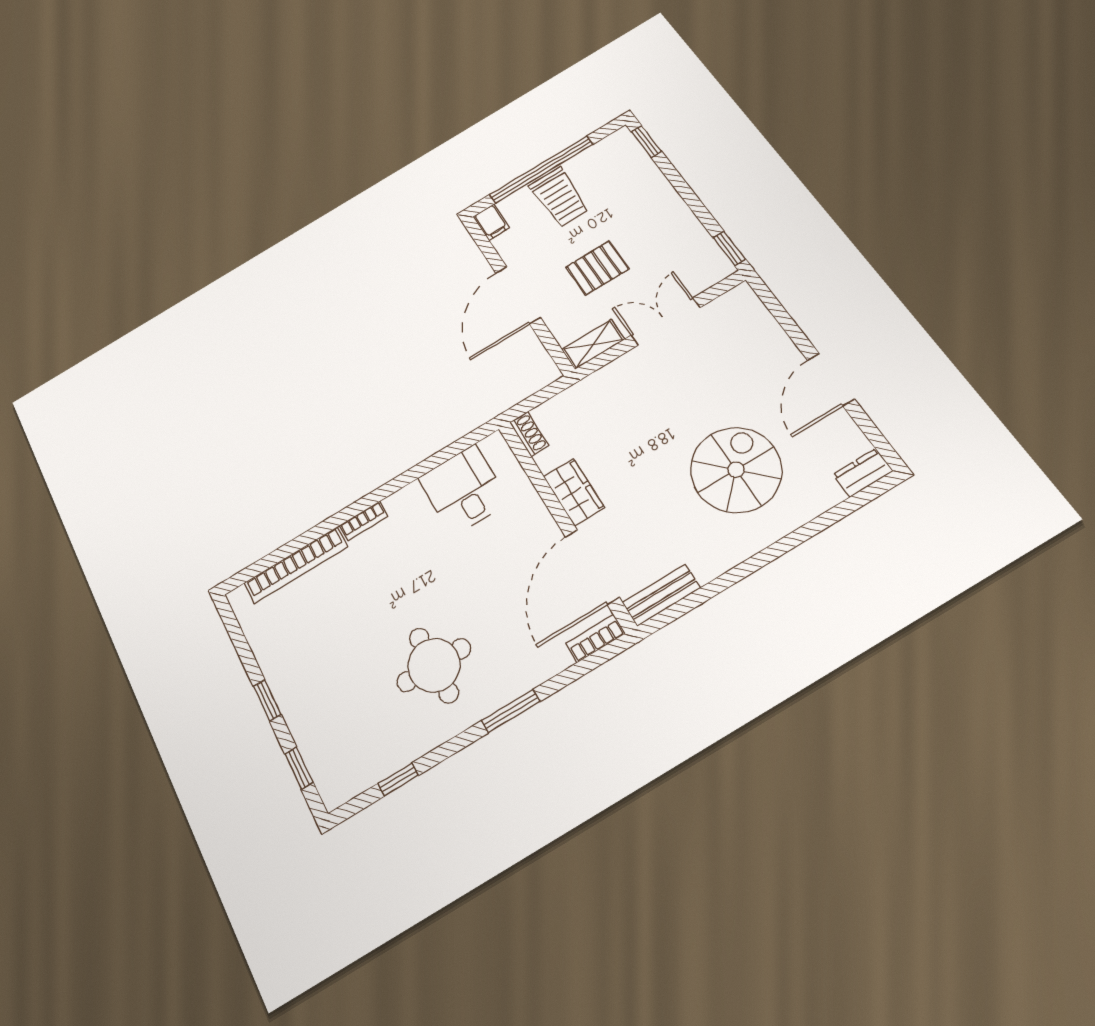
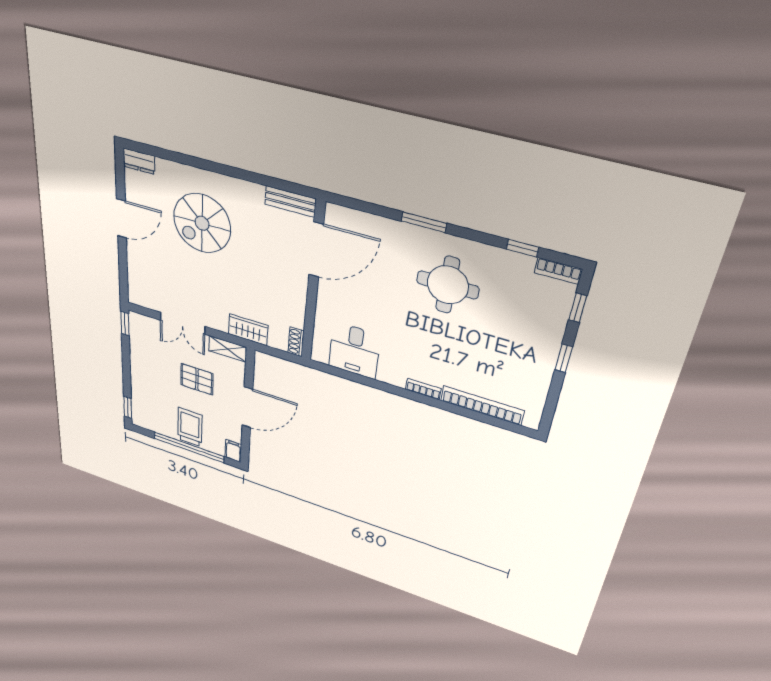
wardrobe: (574, 492) -> (248, 330), moved, turned 90
bookcase: (596, 638) -> (558, 271), moved

